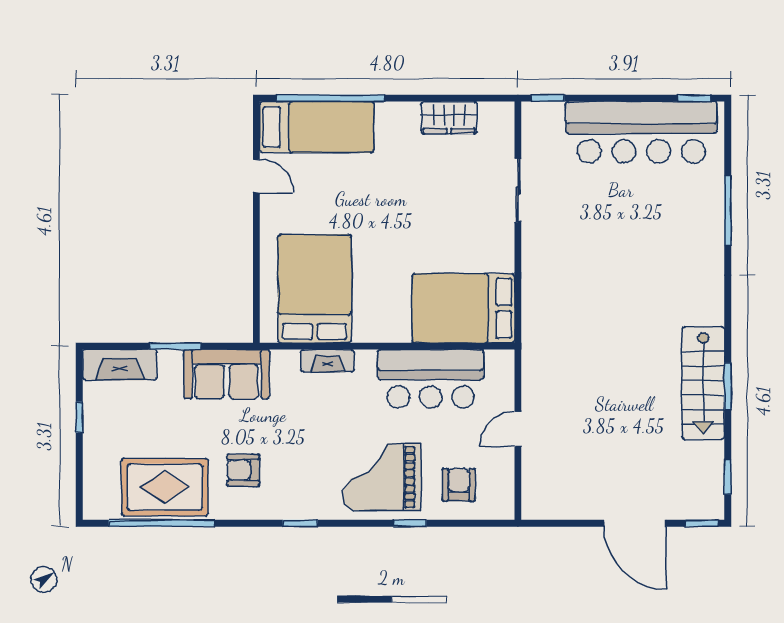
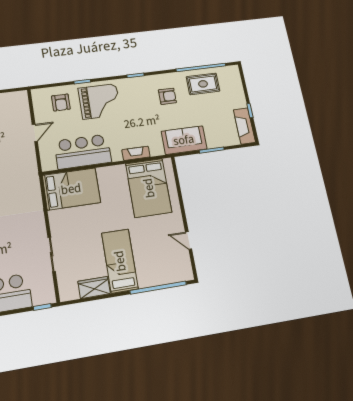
bed: (317, 127) -> (120, 261), moved, turned 90
fireplace: (120, 365) -> (244, 126), moved, turned -90
rug: (165, 487) -> (203, 84), width x0.73, depth x0.70

